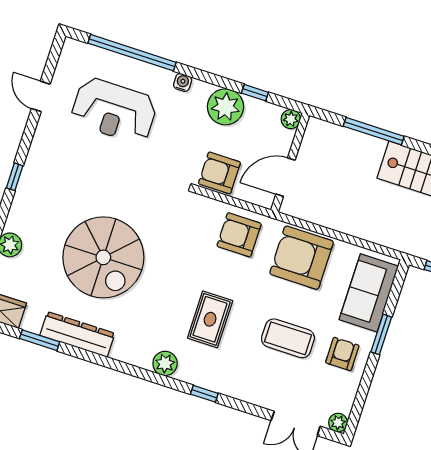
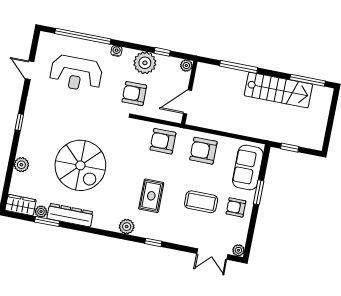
armchair: (219, 173) -> (134, 94), moved
armchair: (302, 258) -> (203, 151), width x0.73, depth x0.73
plant: (32, 323) -> (41, 212), added
armchair: (342, 354) -> (236, 207), turned -90

